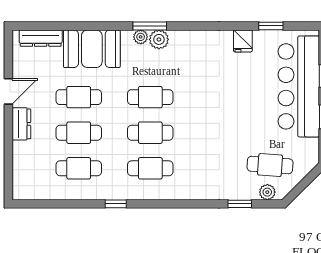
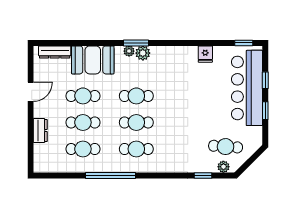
window: (271, 26) -> (244, 43), moved
dresser: (21, 124) -> (40, 131), moved
window: (116, 204) -> (111, 176), width x3.17

